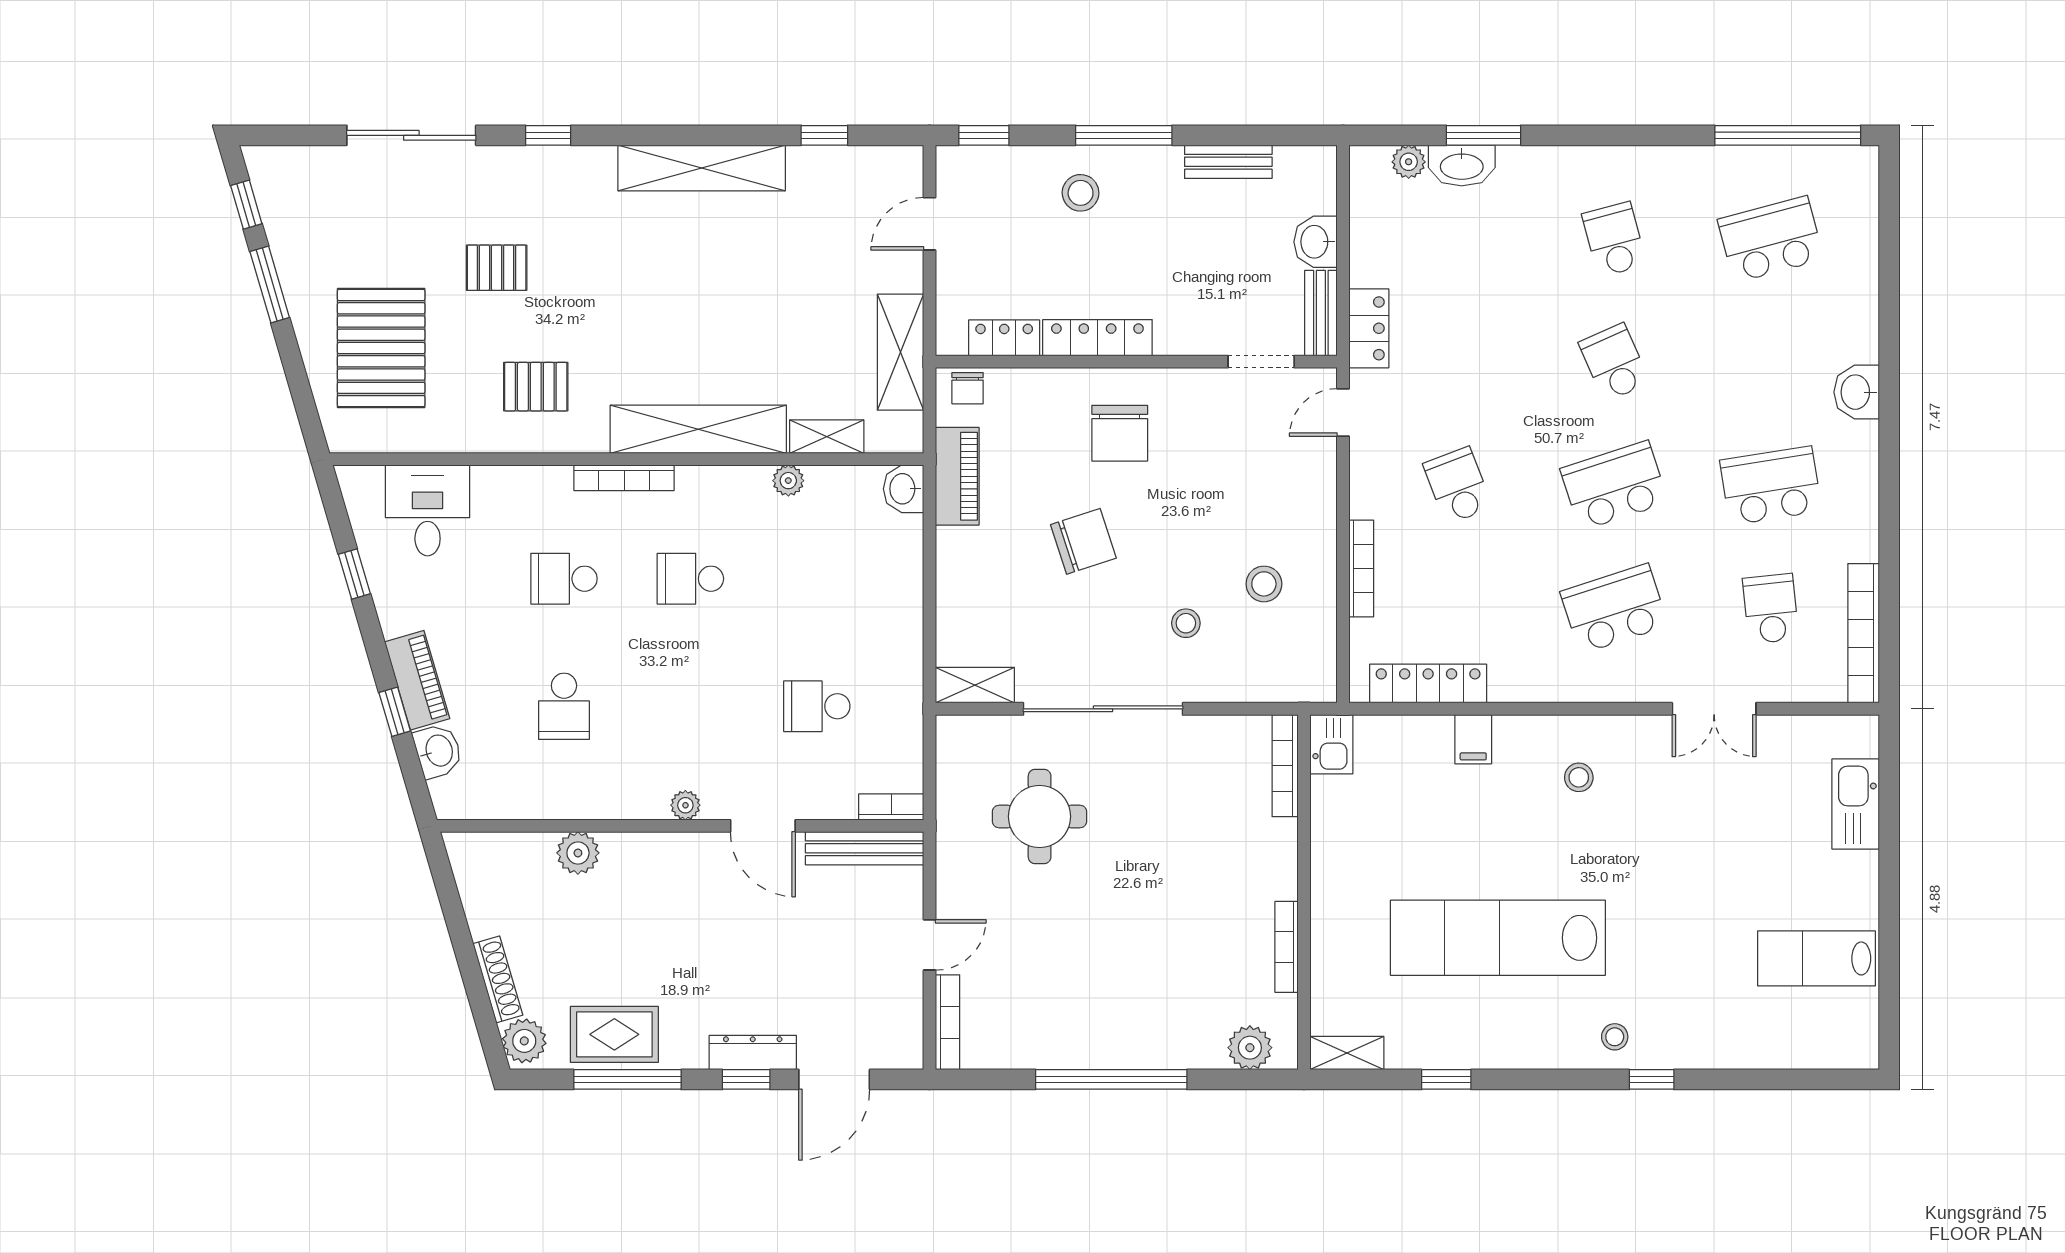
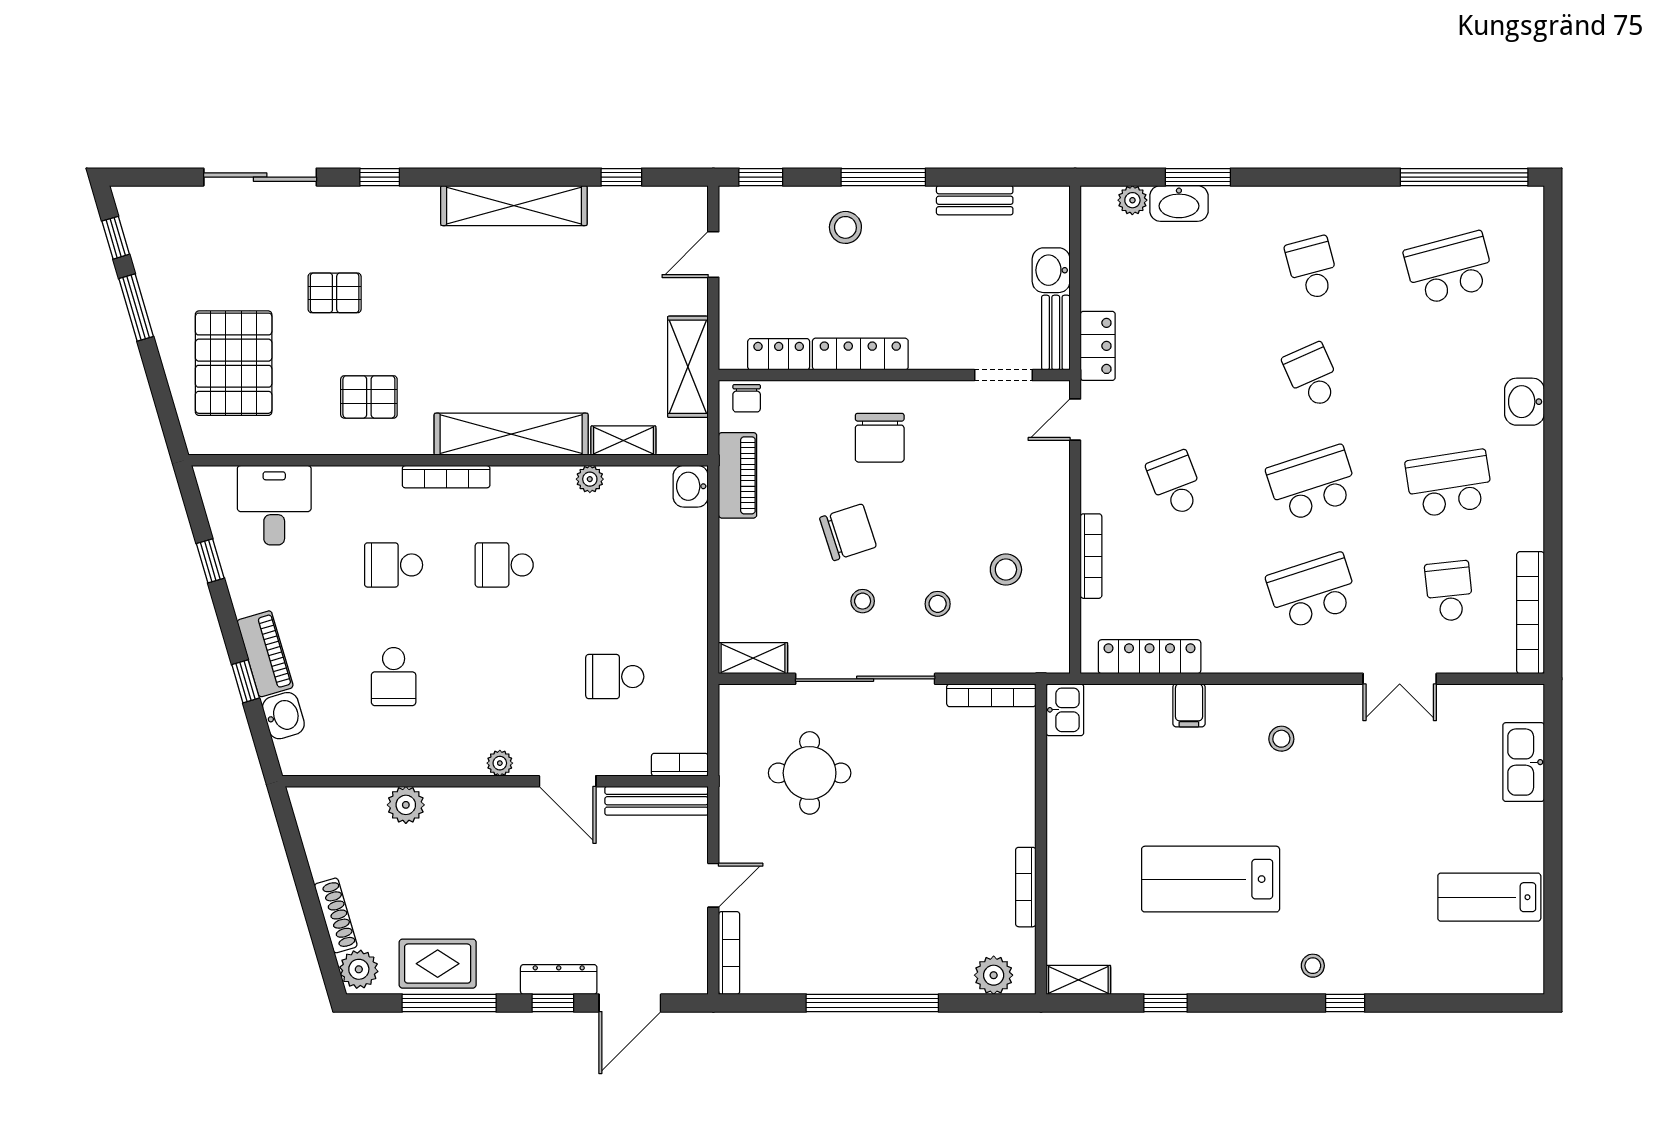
stool: (1100, 620) -> (863, 601), added
bookcase: (1285, 766) -> (991, 695), moved, turned -90
lab bench: (1498, 938) -> (1211, 879), width x0.73

